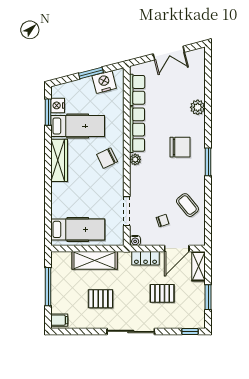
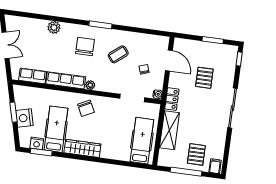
nightstand: (104, 82) -> (24, 118), moved
coffee table: (187, 205) -> (118, 54), moved
locker: (146, 258) -> (172, 99), moved
shelving: (199, 266) -> (186, 44), removed
pallet: (101, 299) -> (196, 154), moved

